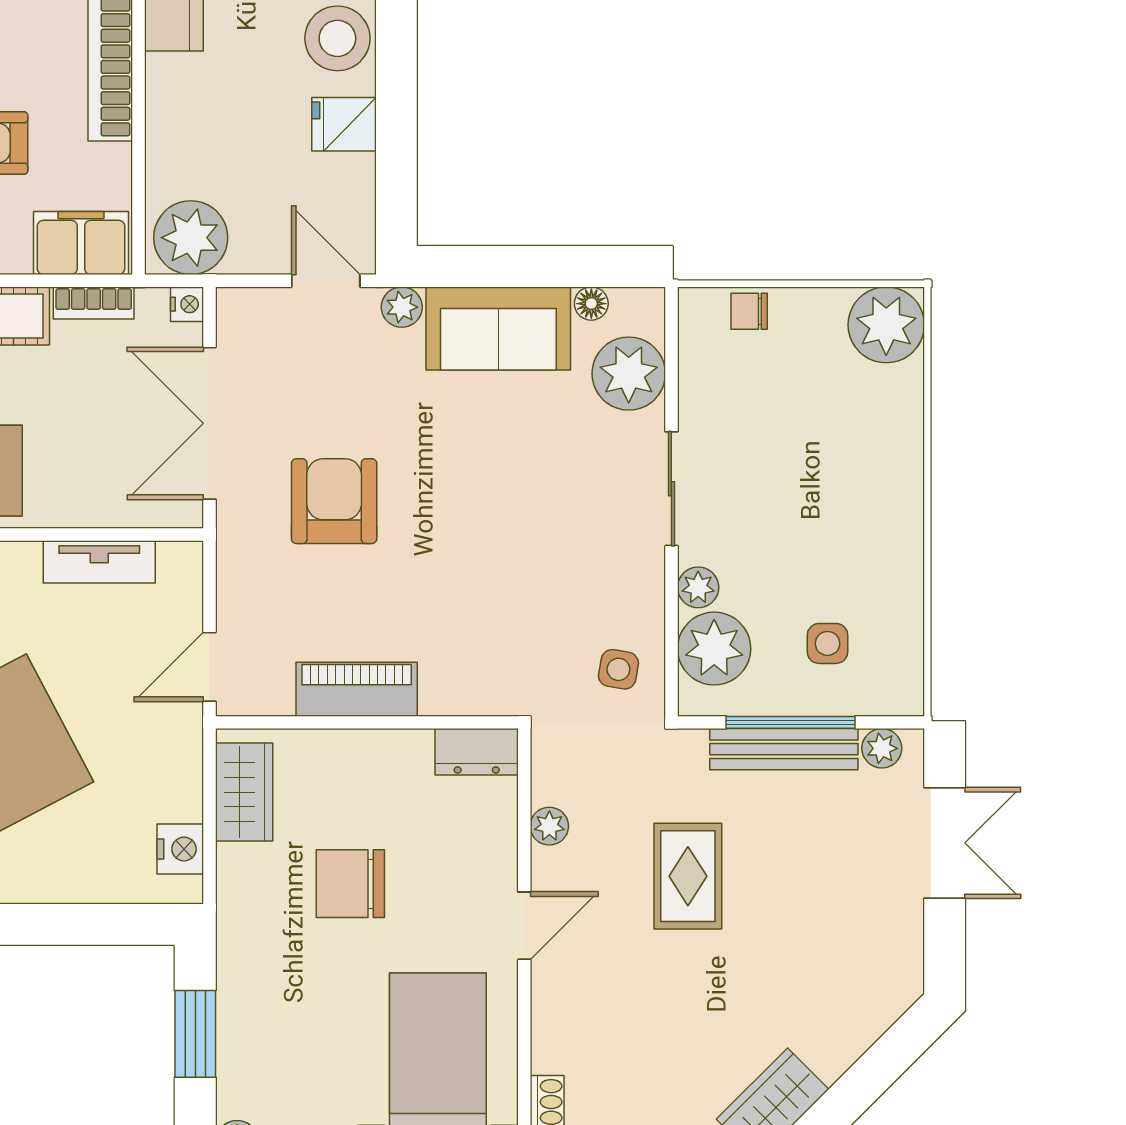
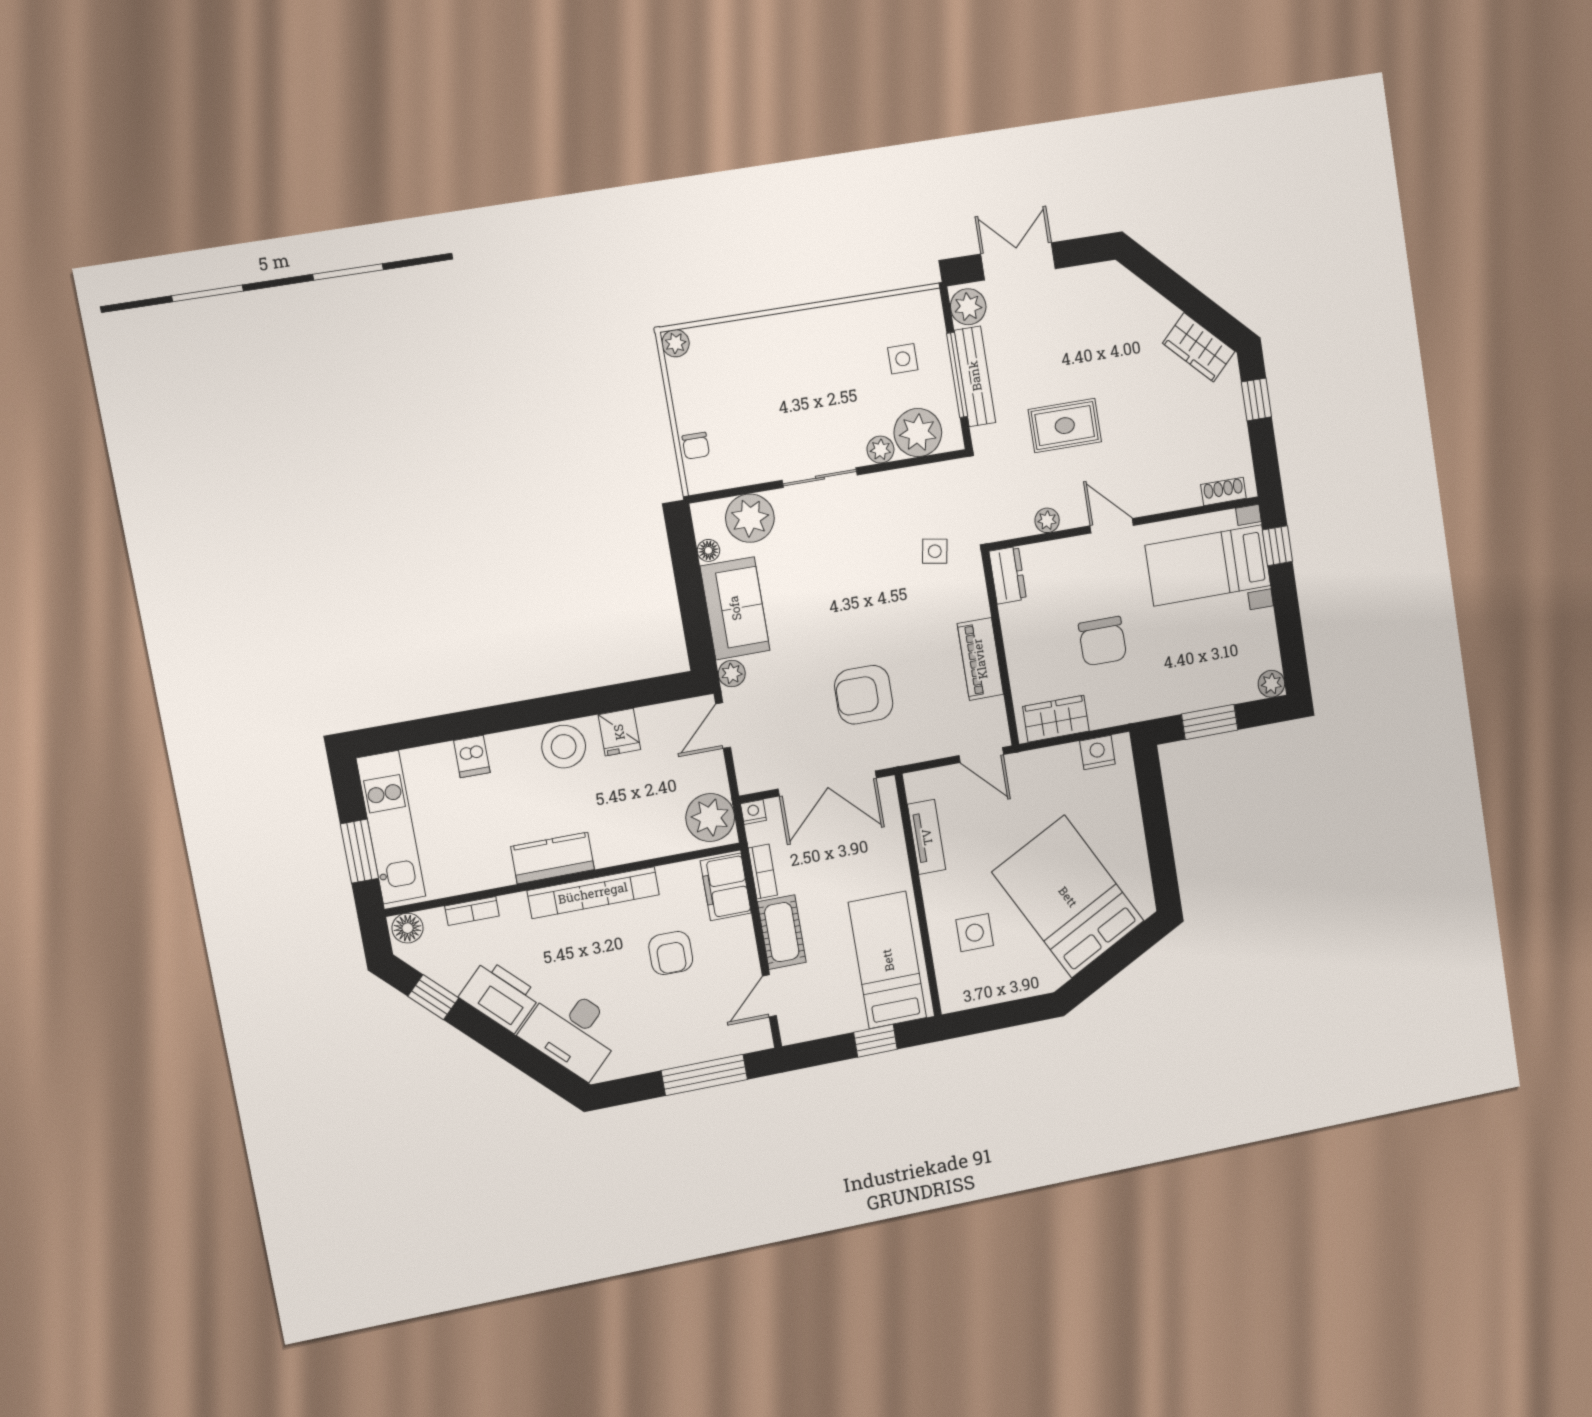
plant: (886, 325) -> (676, 343), width x0.53, depth x0.53
side table: (618, 669) -> (935, 551), moved
plant: (882, 748) -> (968, 307), width x1.38, depth x1.38

